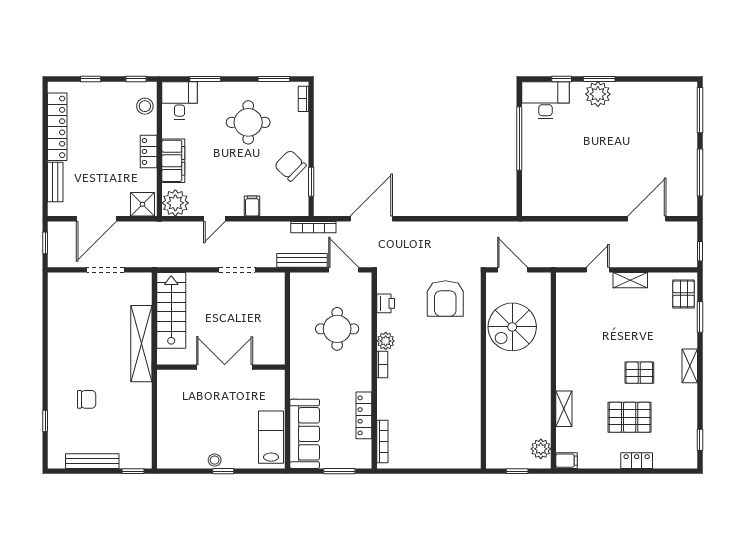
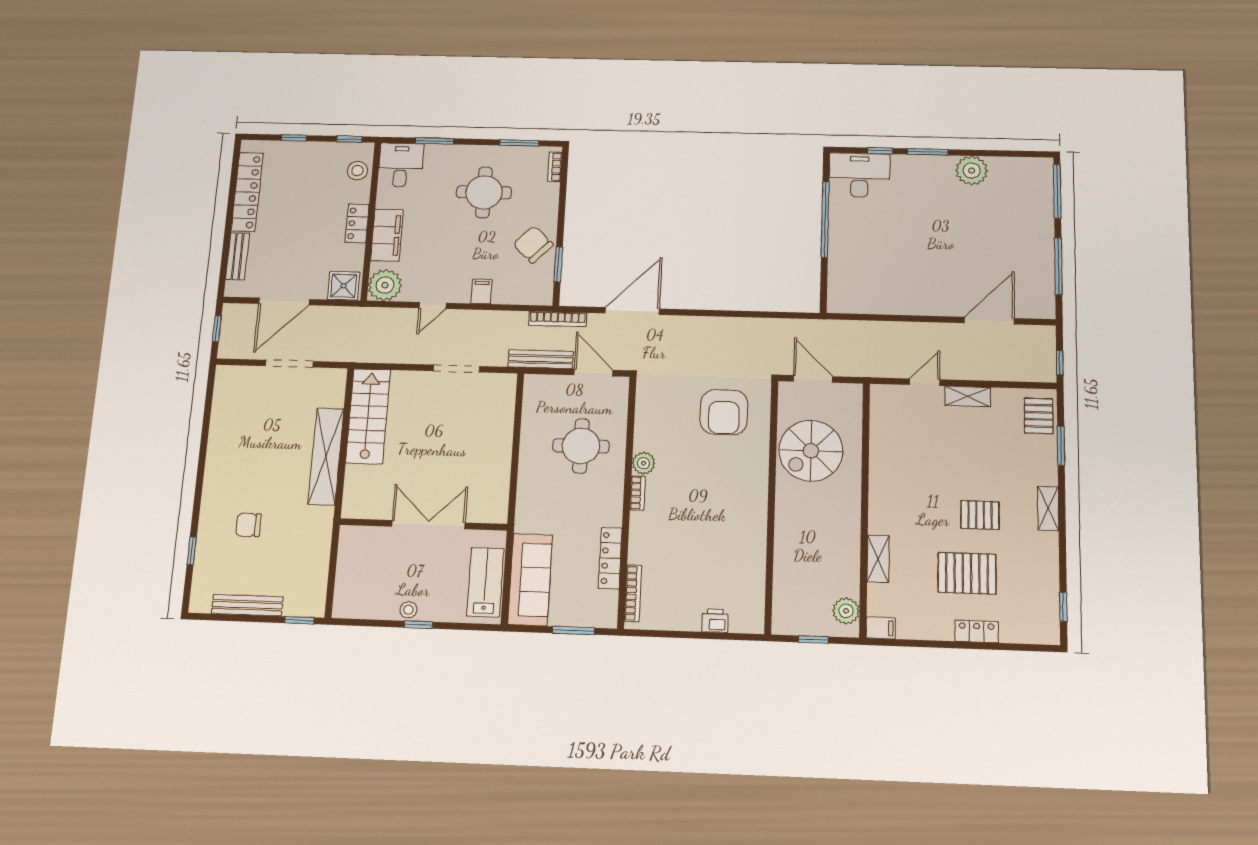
plant: (598, 94) -> (972, 171), moved
printer: (386, 303) -> (715, 621), moved, turned -90
wall: (221, 367) -> (423, 524), moved
double door: (225, 367) -> (428, 525), moved
chair: (87, 399) -> (248, 525), turned 180

